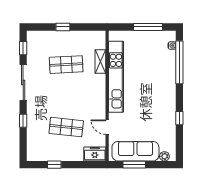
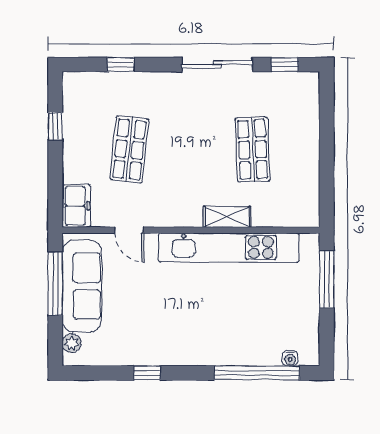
window: (63, 27) -> (327, 143), removed
window: (148, 27) -> (327, 279), moved
shelving: (100, 61) -> (227, 217), moved
window: (23, 121) -> (121, 65), moved
door: (107, 127) -> (129, 230), swing flipped
window: (134, 165) -> (55, 284), width x1.44

